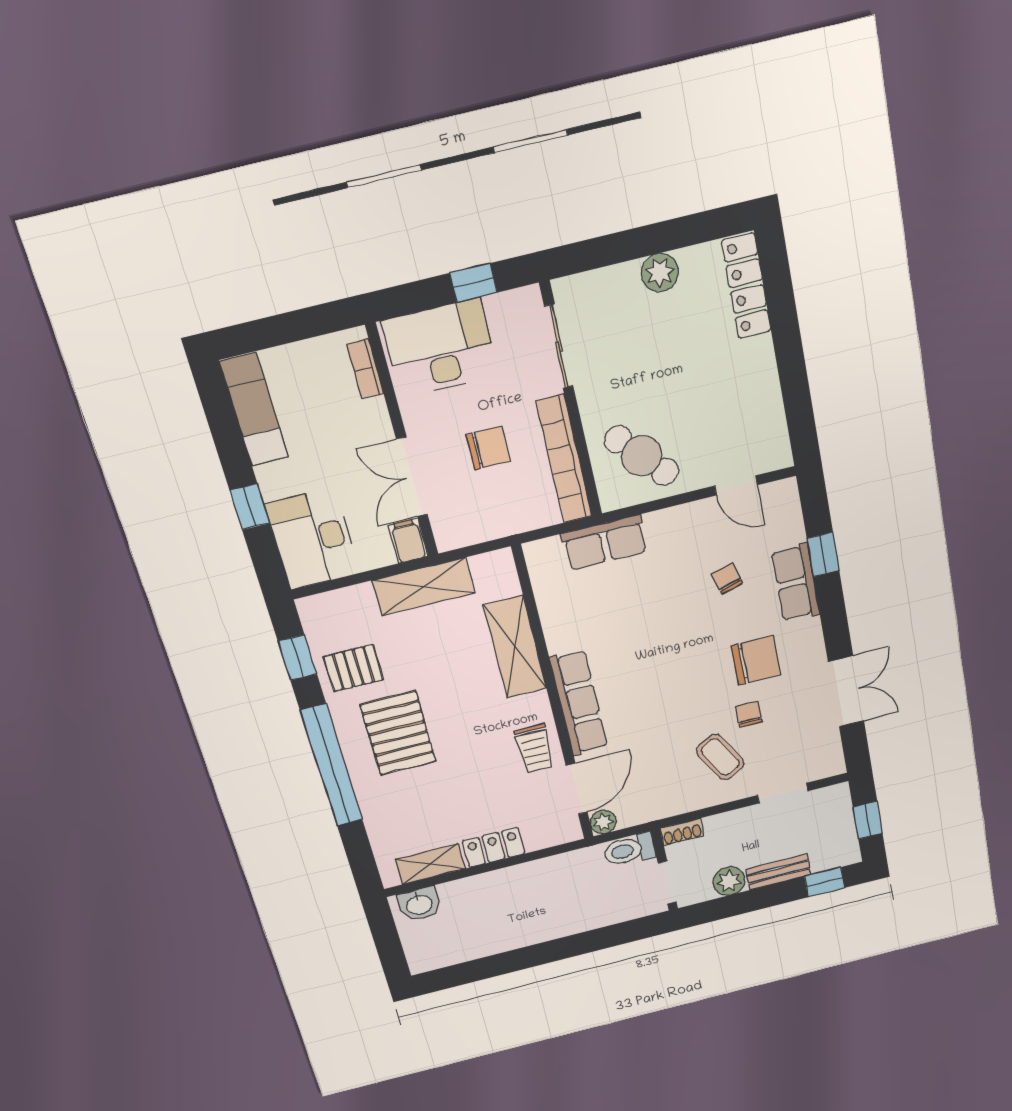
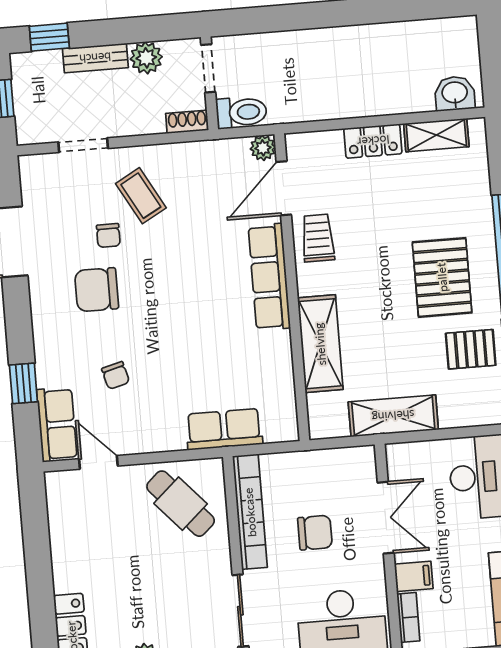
chair: (488, 448) -> (315, 533), turned 180
filing cabinet: (408, 541) -> (414, 576), moved, turned -90
row of seats: (796, 583) -> (57, 424), moved

